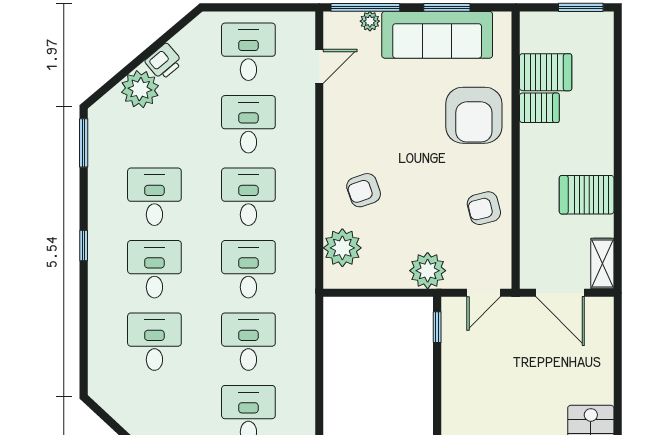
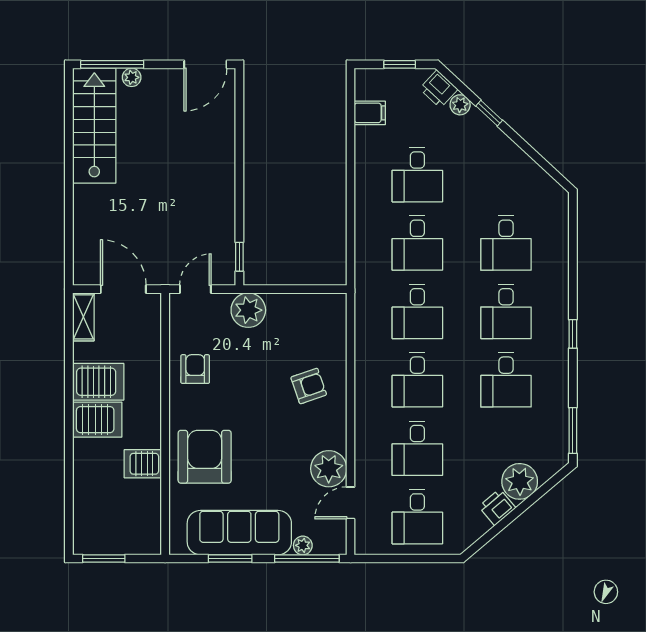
server rack: (546, 72) -> (97, 420), moved, turned 180
armchair: (484, 208) -> (195, 369), turned -76
plant: (342, 248) -> (329, 469), moved

